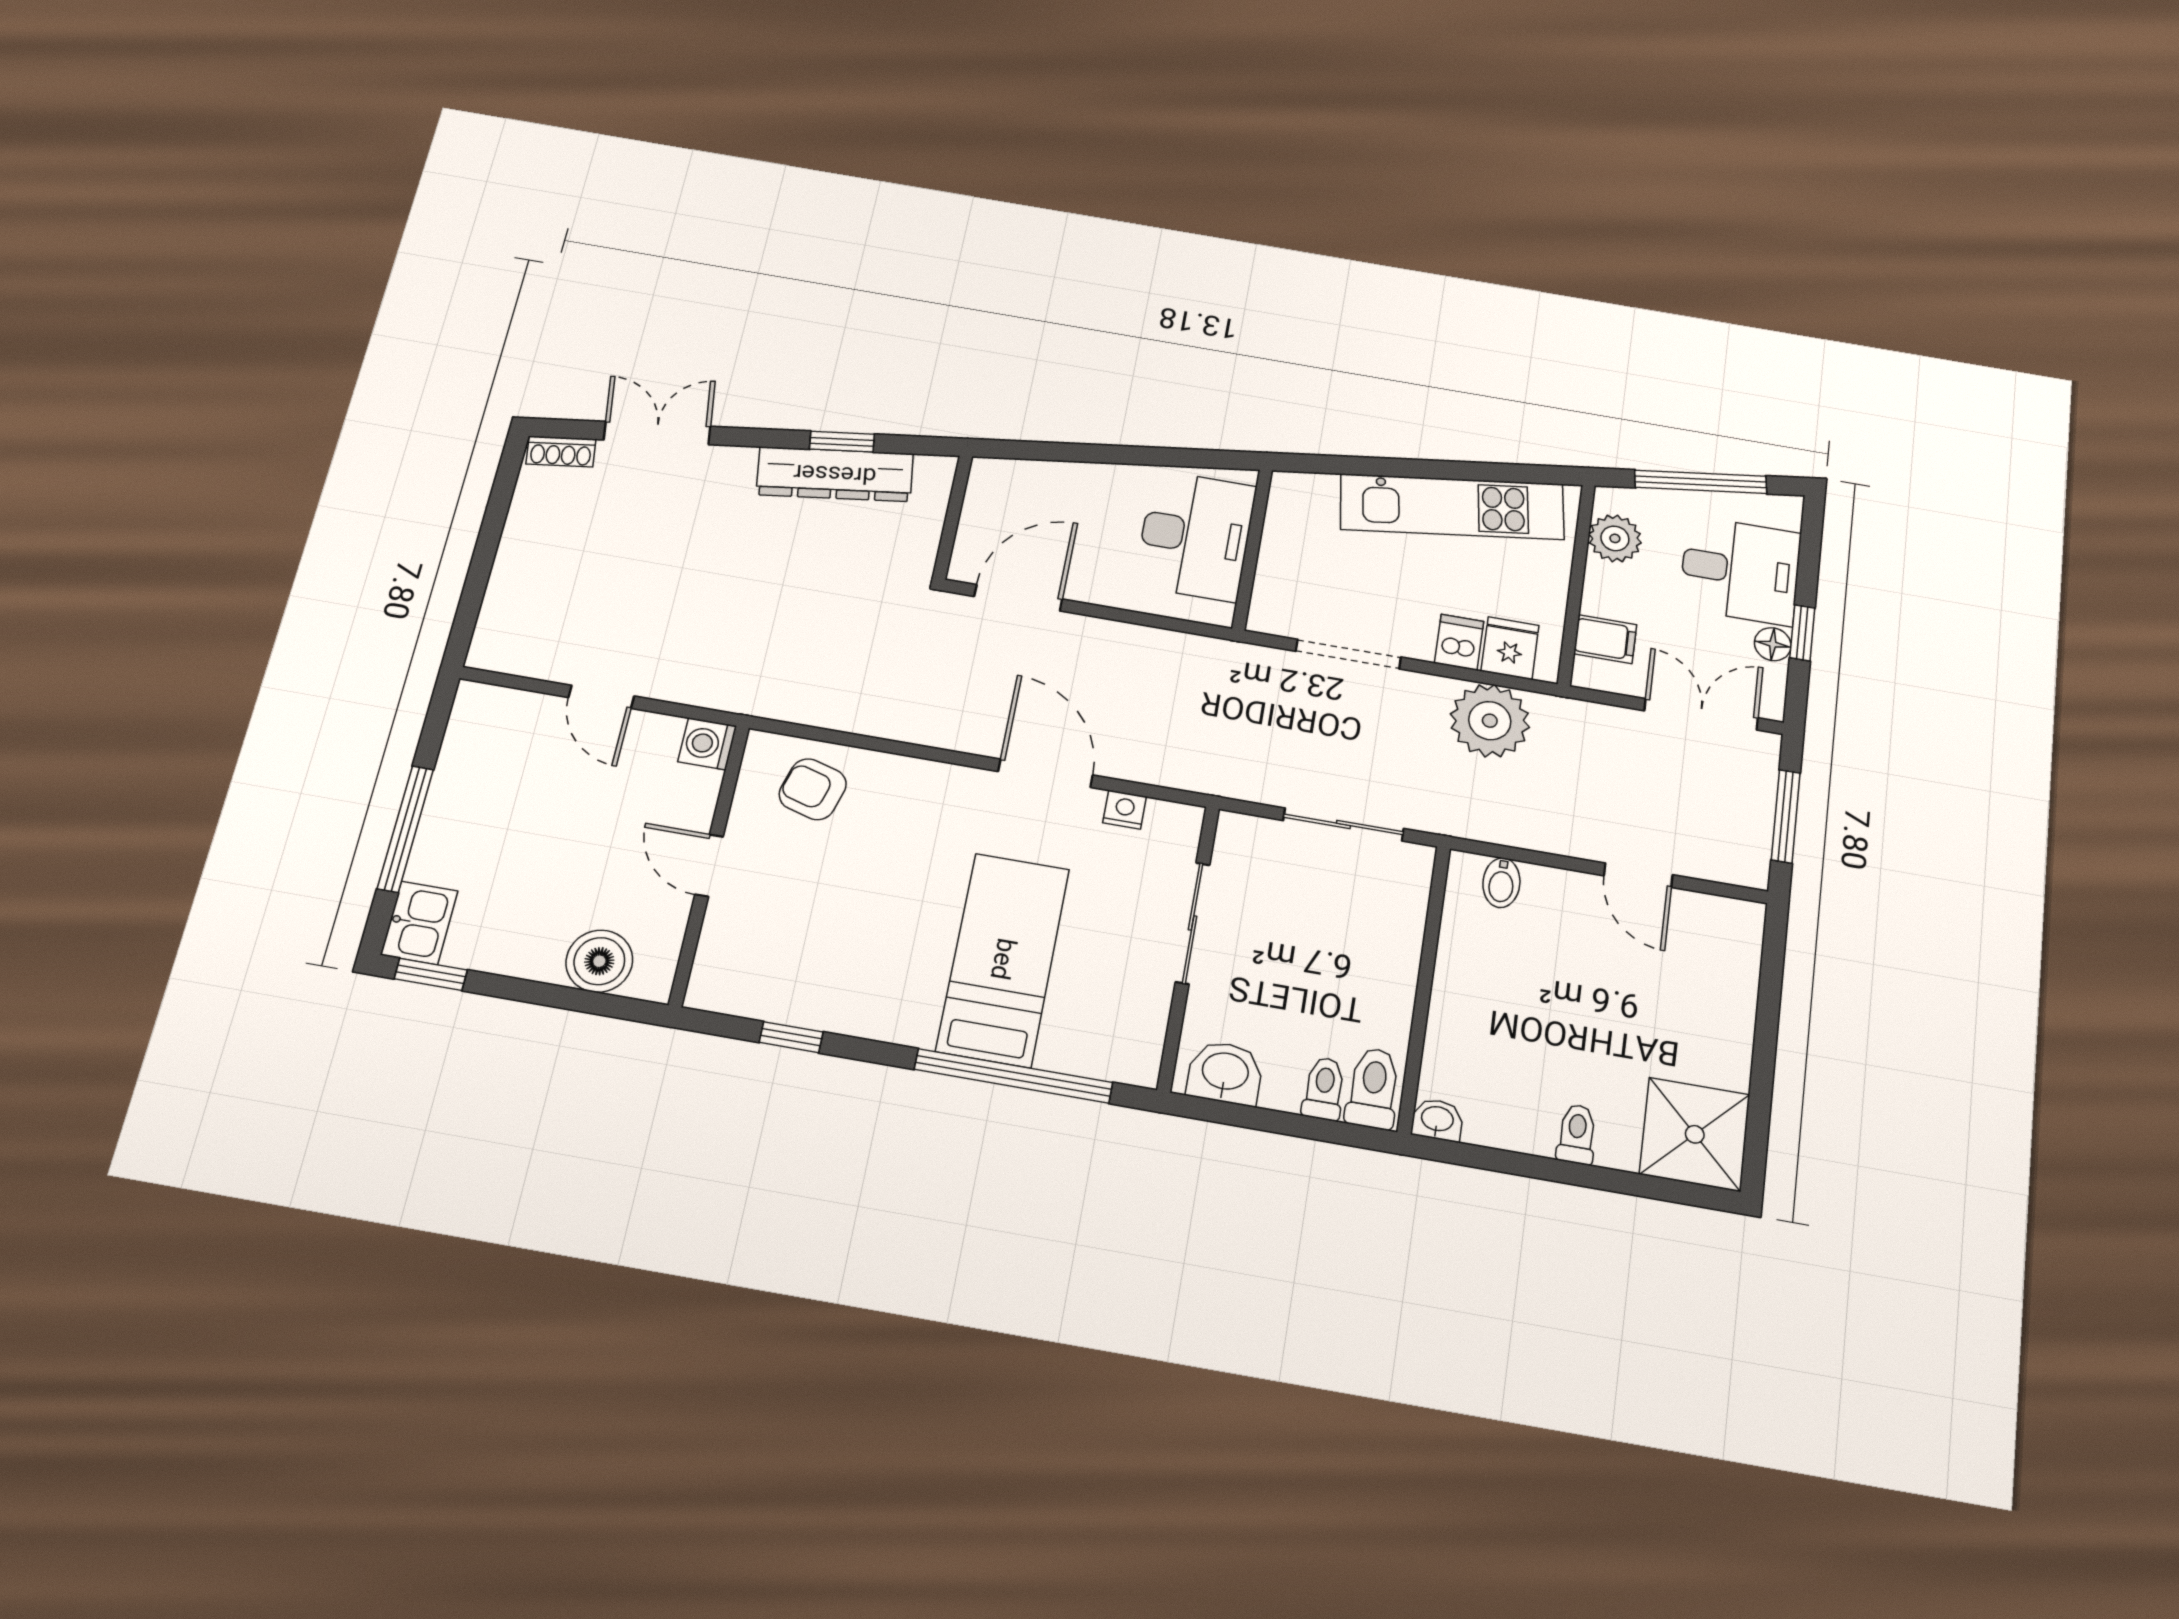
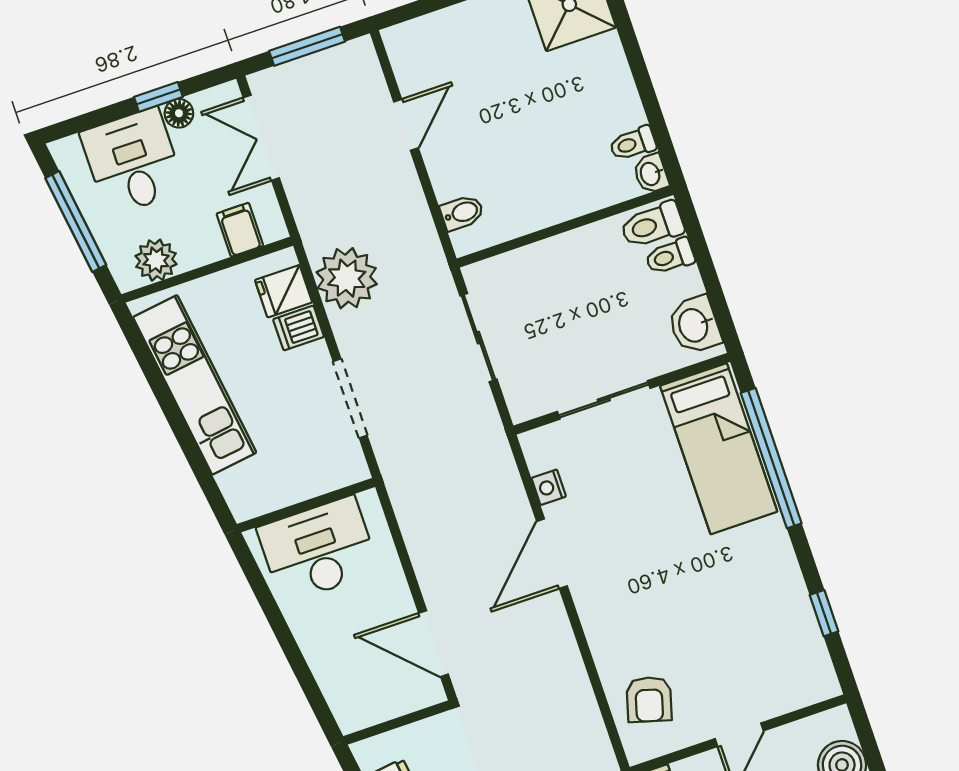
bed: (1003, 959) -> (719, 449), moved, turned -90
toilet: (1577, 1134) -> (633, 143), moved

